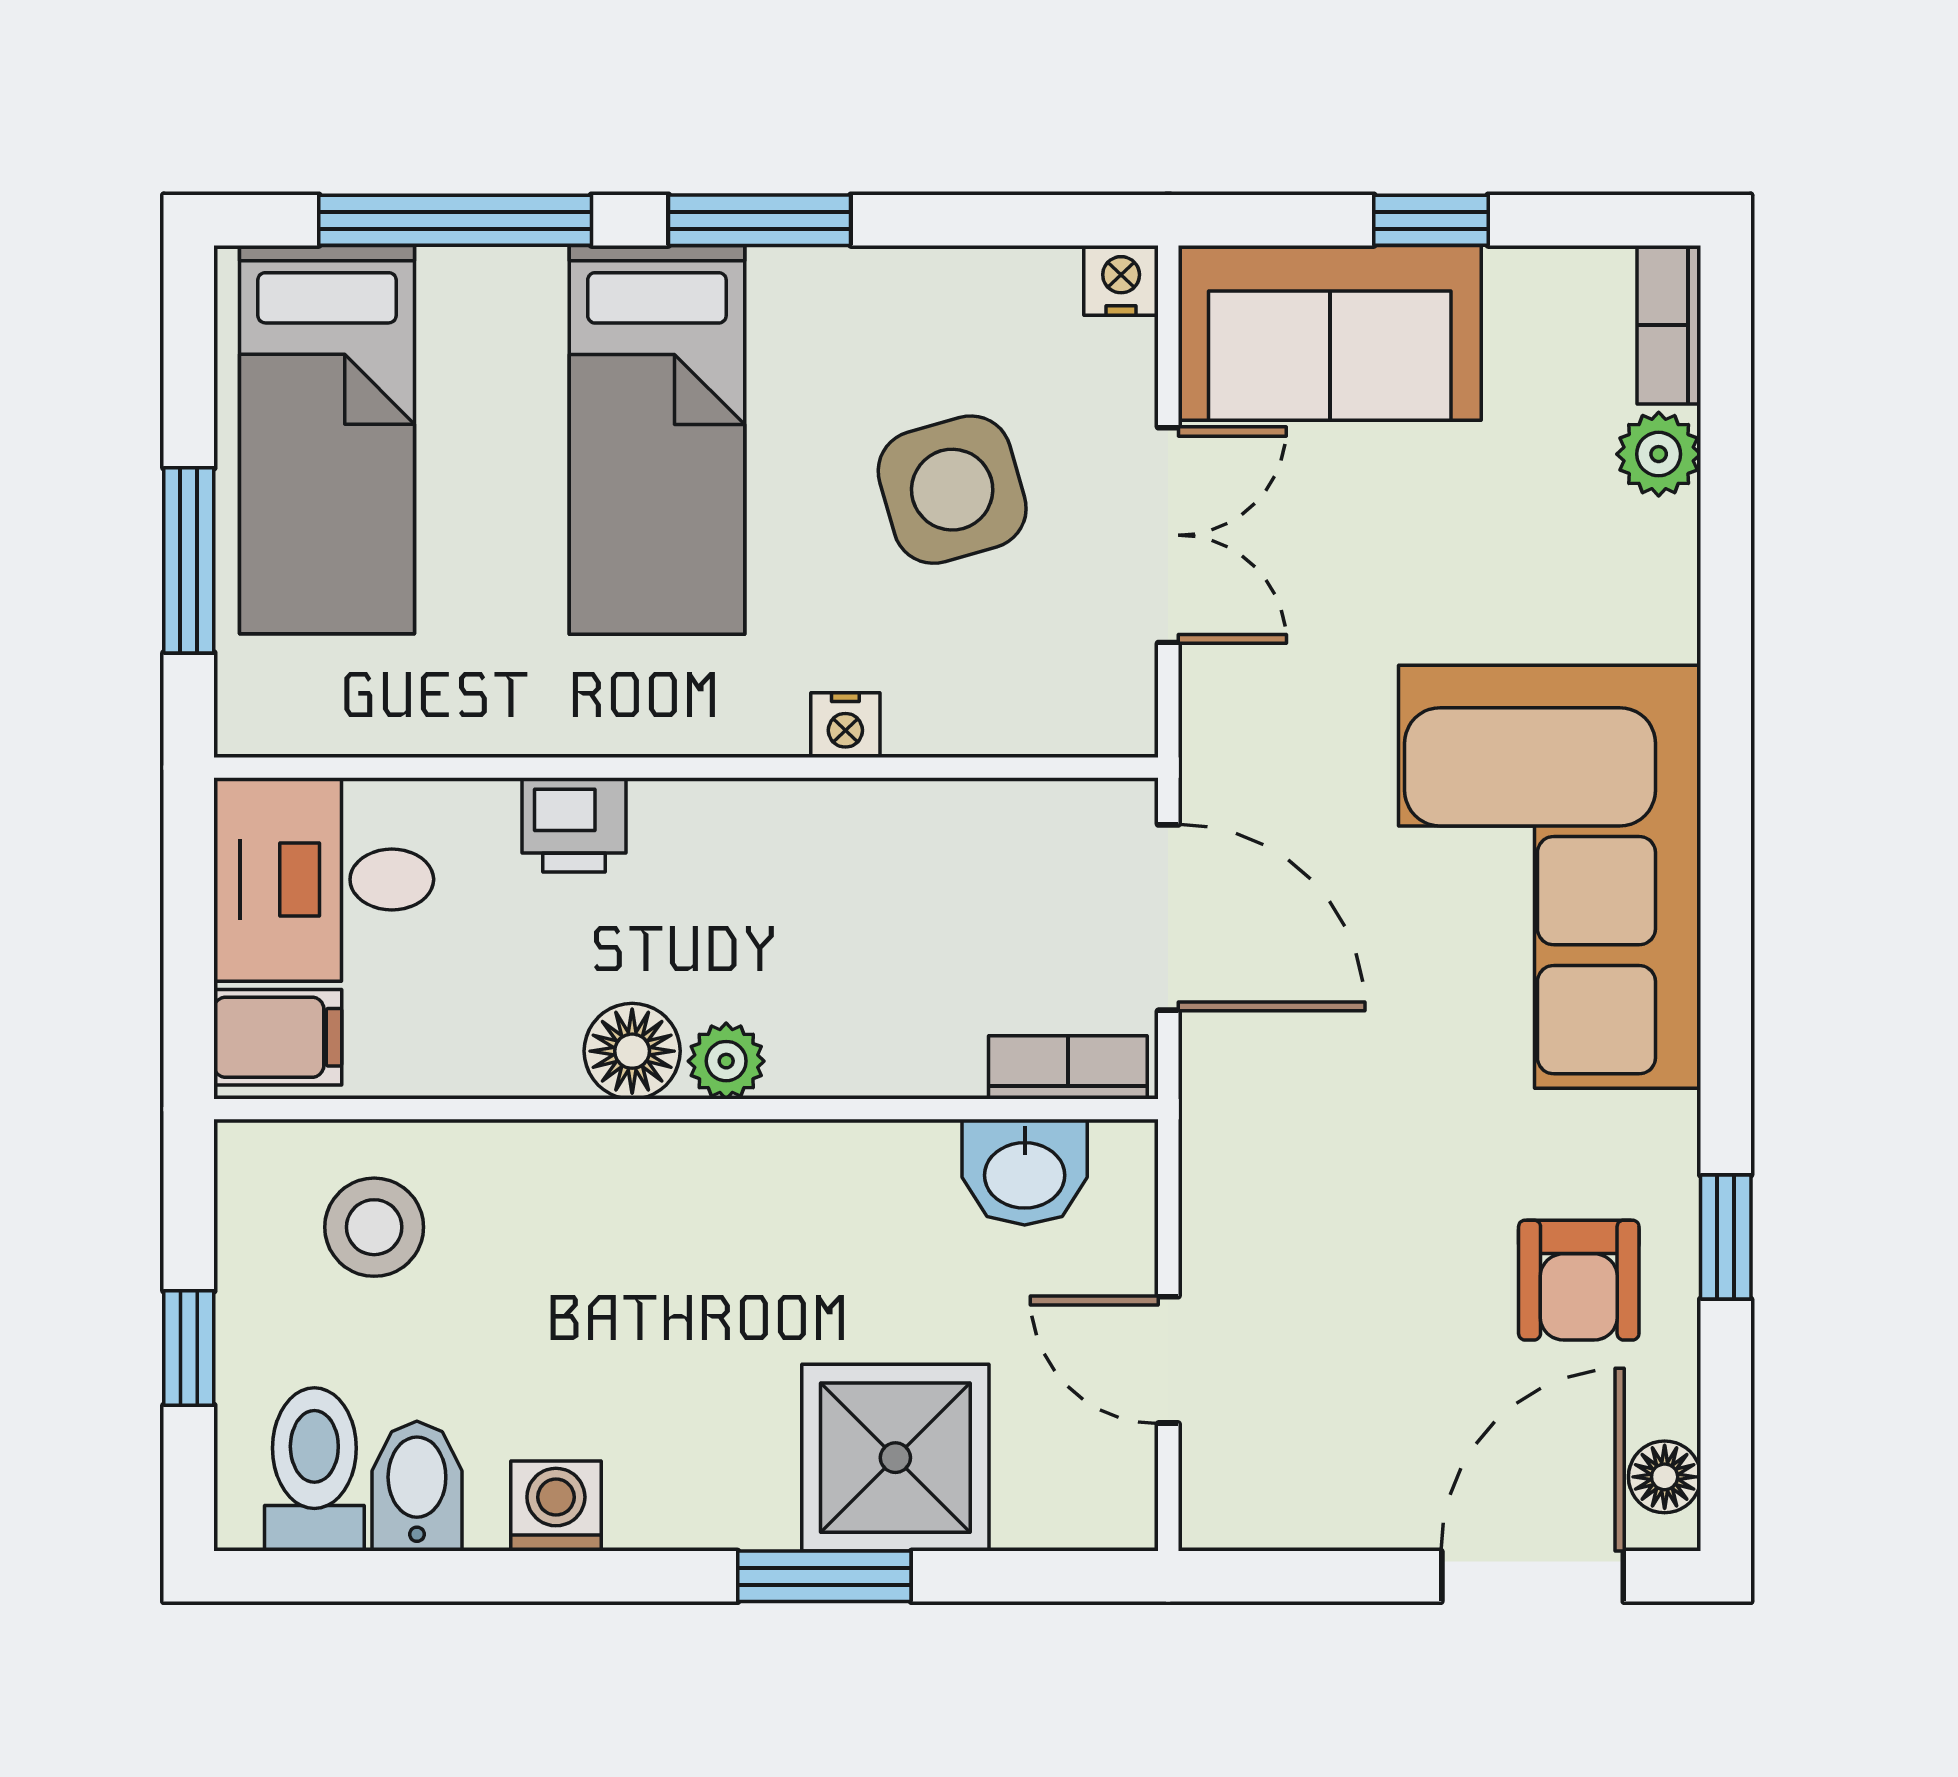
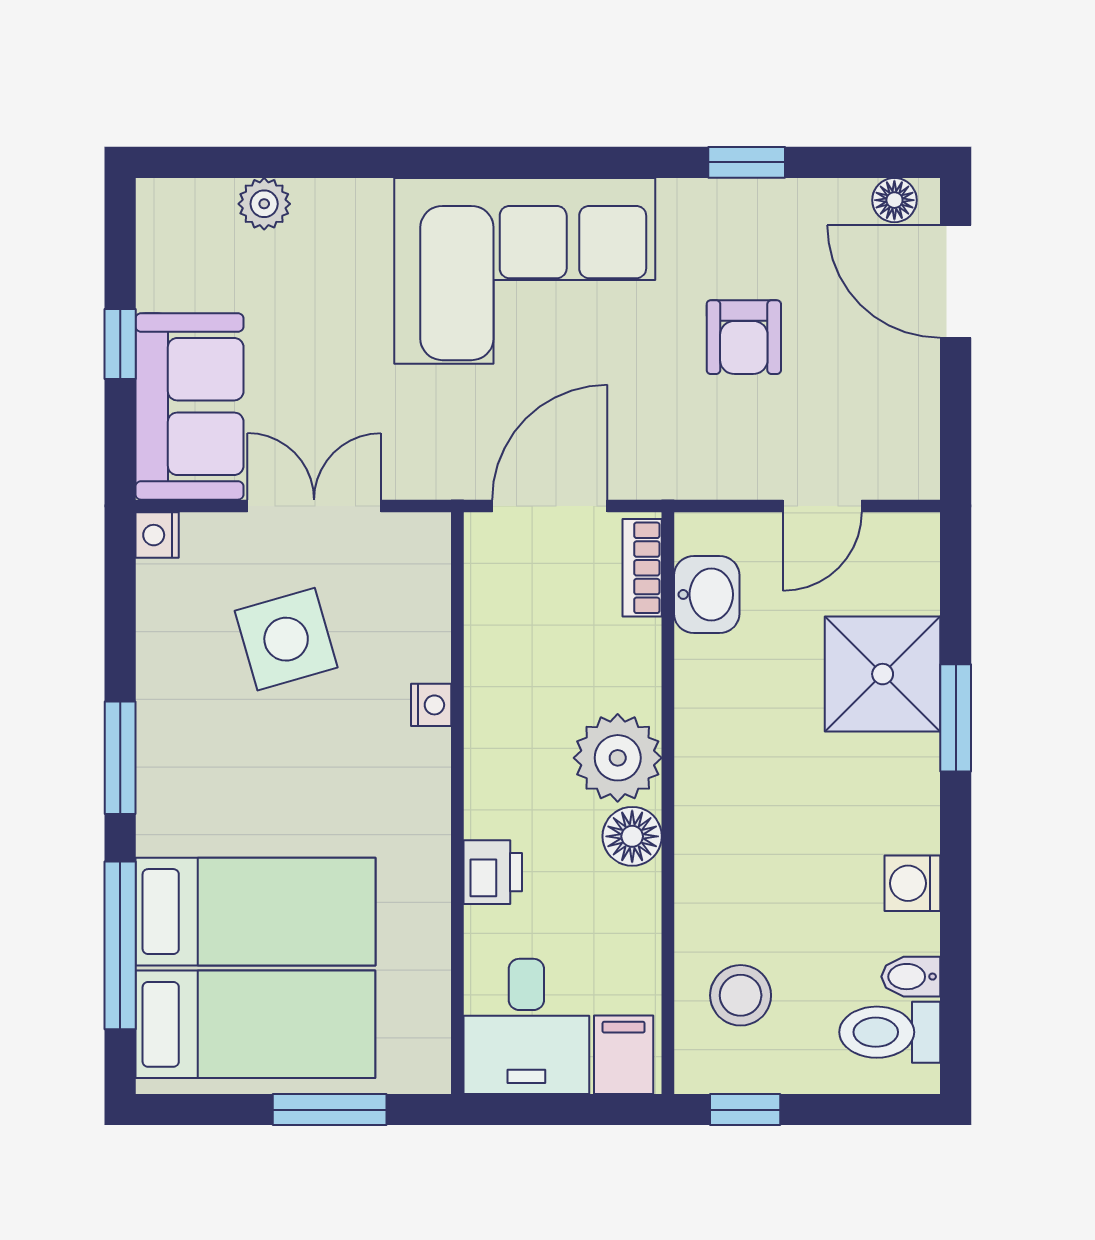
bookcase: (1669, 325) -> (184, 197), removed
bed: (657, 440) -> (255, 912), moved
plant: (726, 1061) -> (618, 758), width x1.87, depth x1.87
armchair: (1579, 1280) -> (744, 337), moved, turned 90
window: (189, 1348) -> (745, 1110), moved
bidet: (417, 1486) -> (911, 977), width x0.72, depth x0.74

